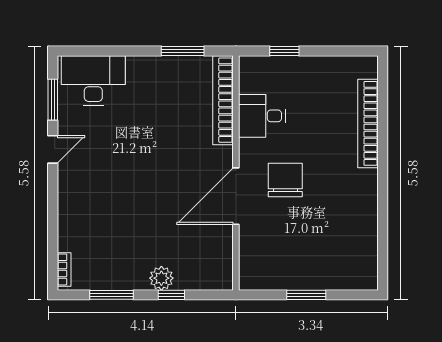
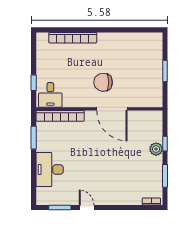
desk: (93, 81) -> (50, 169), moved
desk: (262, 116) -> (50, 95), moved

